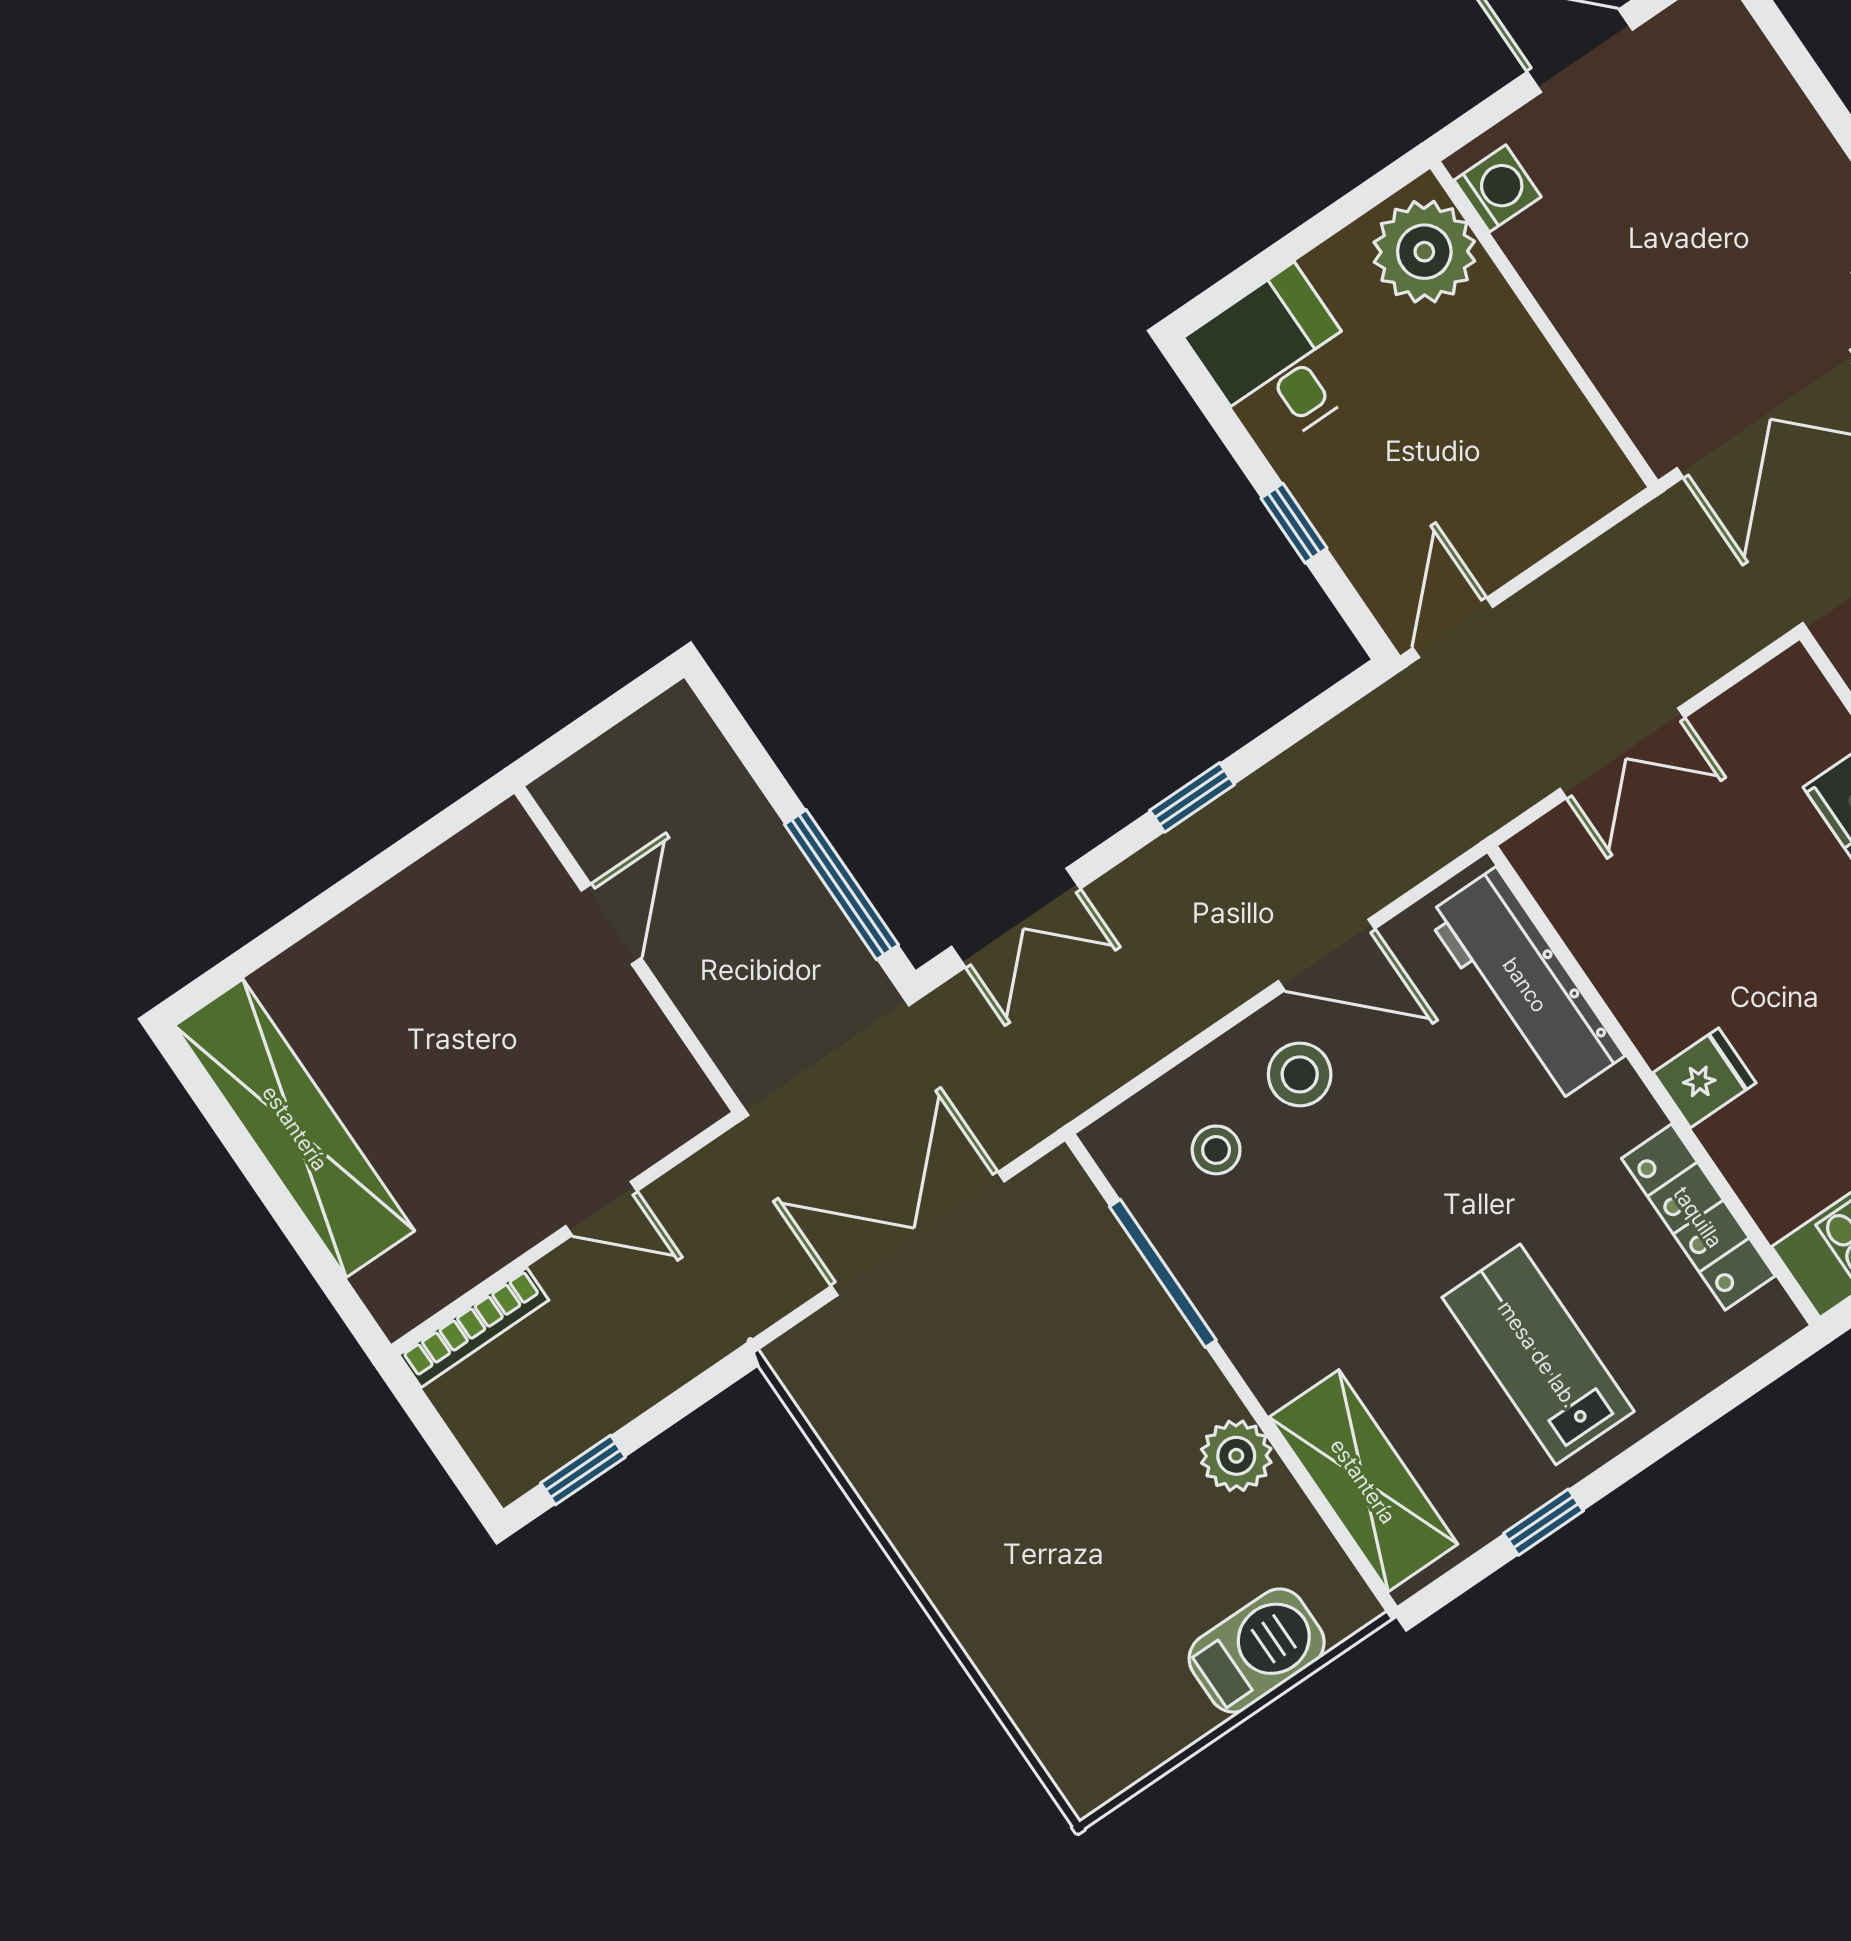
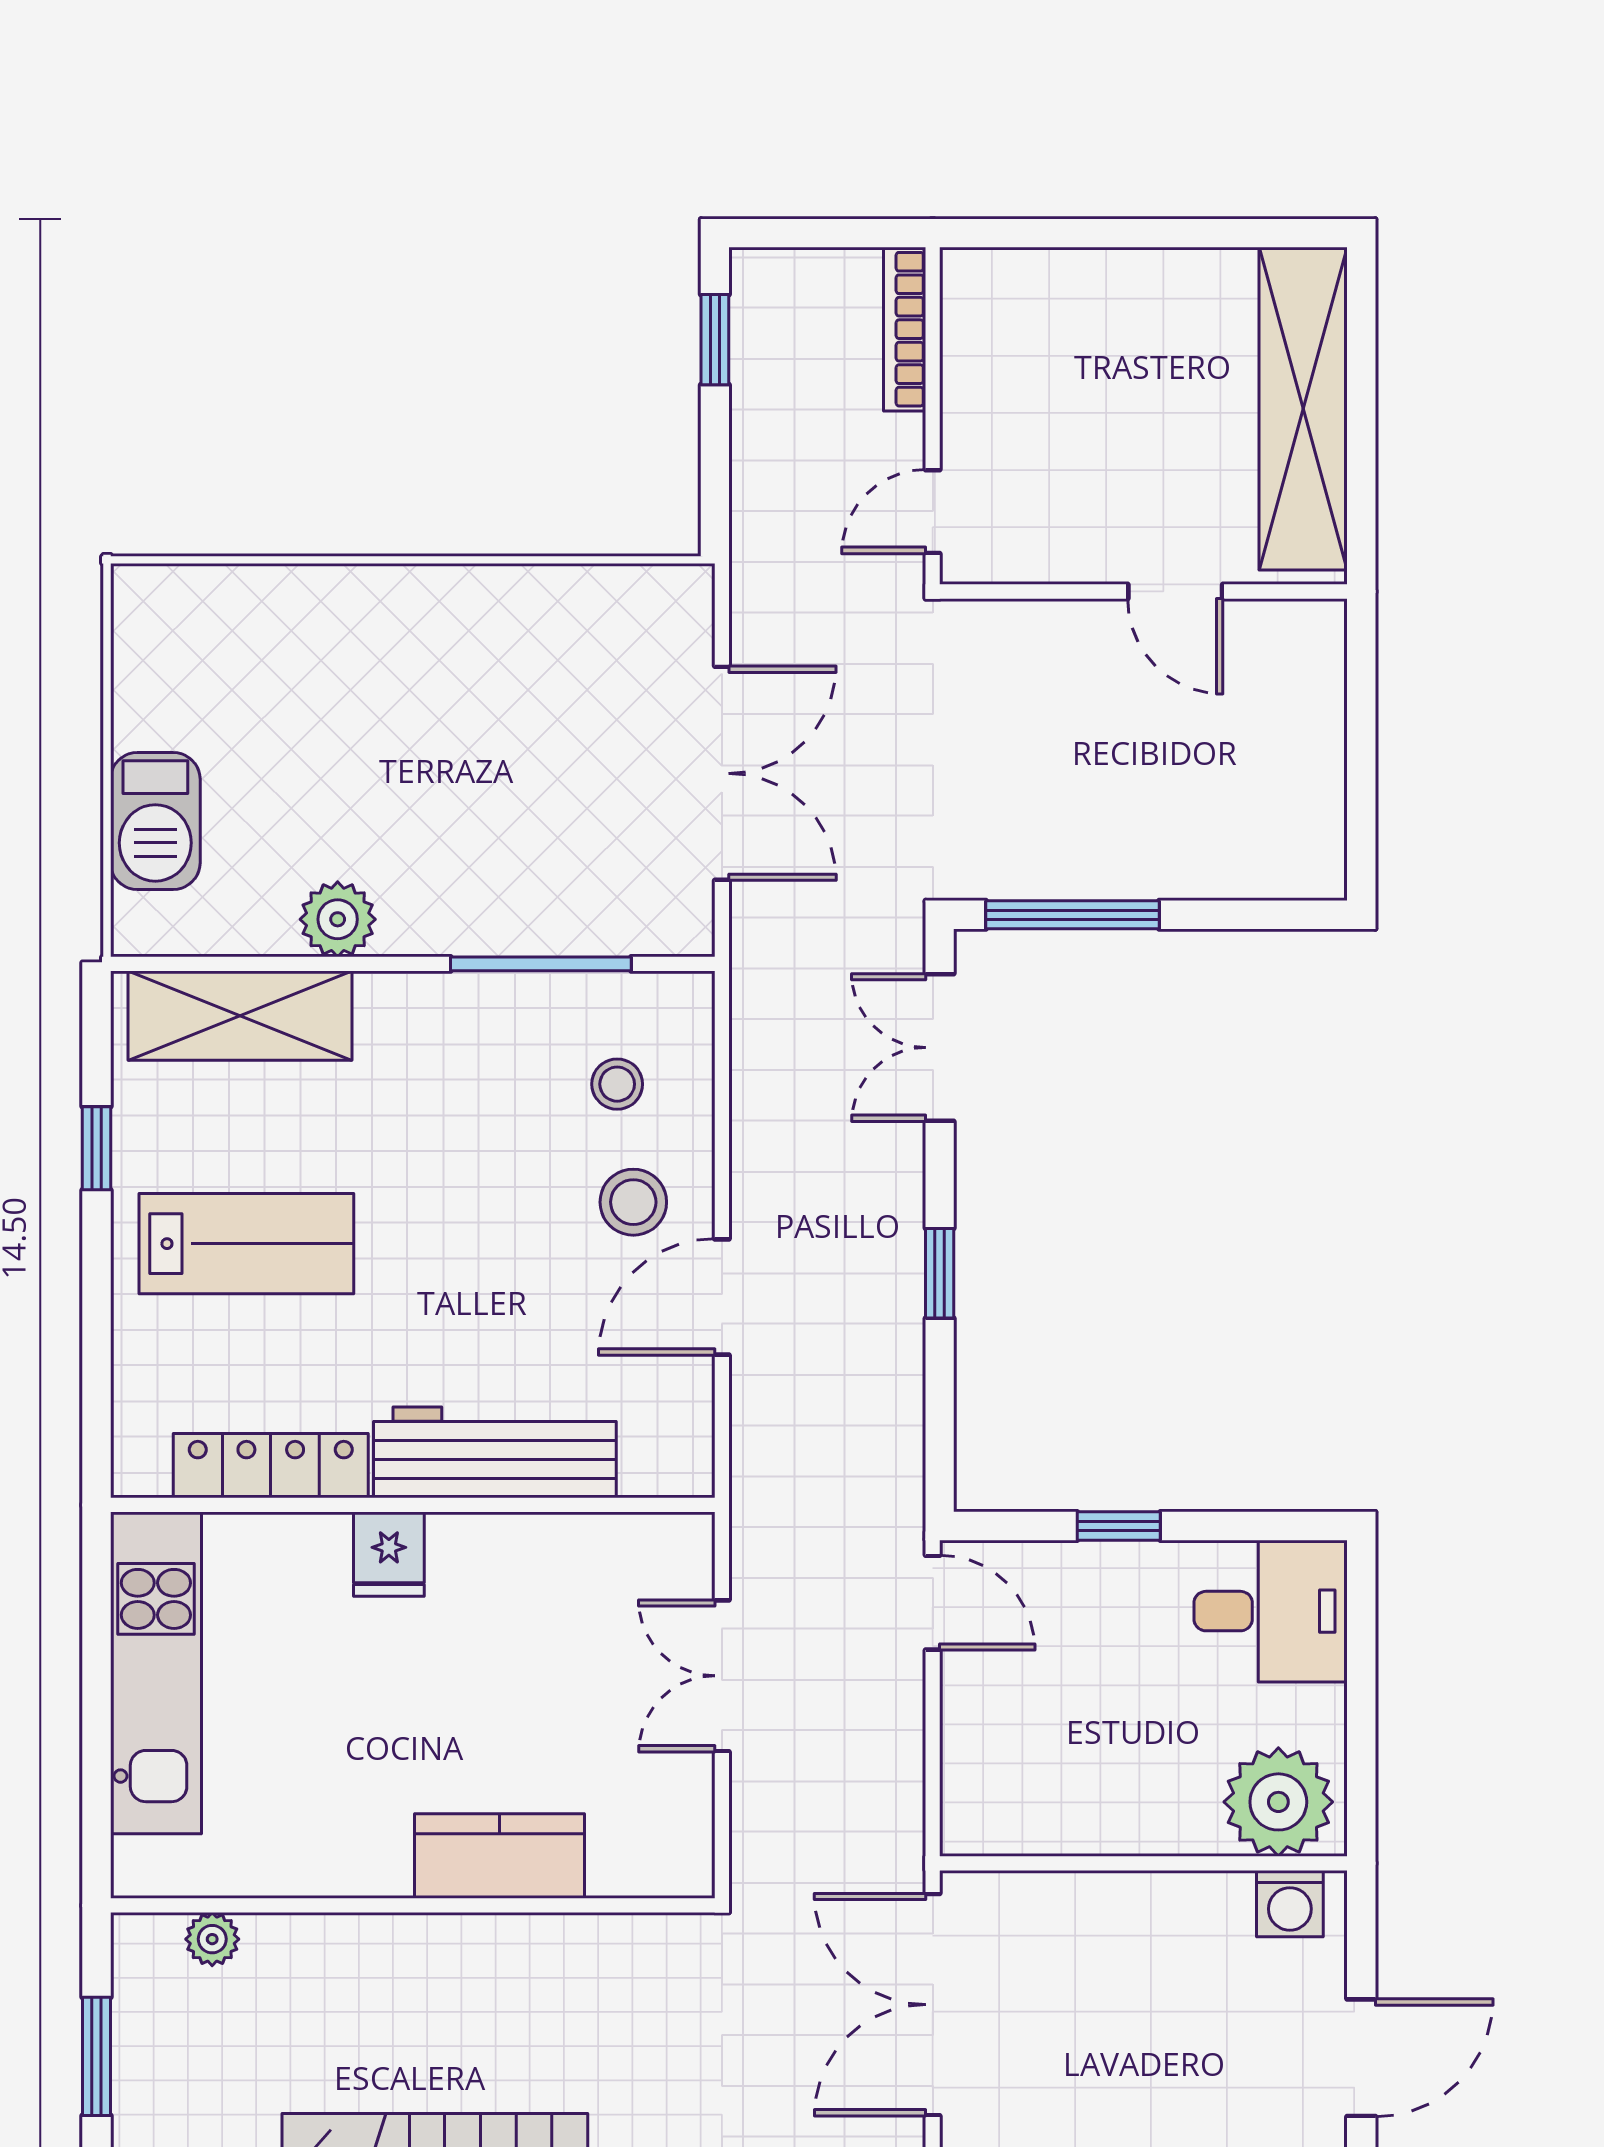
door: (611, 924) -> (1175, 591), moved
wall: (628, 949) -> (1143, 591), moved
workbench: (1525, 985) -> (495, 1452), moved
shelving: (295, 1128) -> (1303, 409), moved, turned 90

